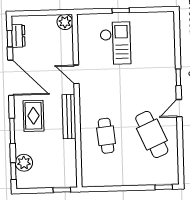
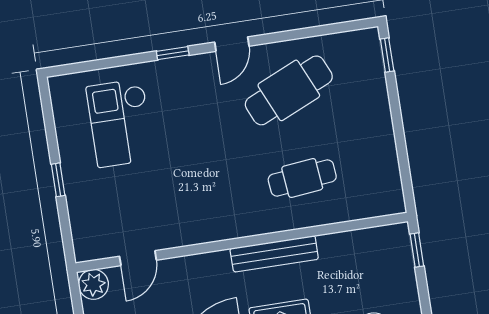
checkout: (115, 43) -> (120, 123), moved, turned -90
door: (76, 74) -> (138, 258), moved
door: (179, 108) -> (232, 44), hinge flipped

